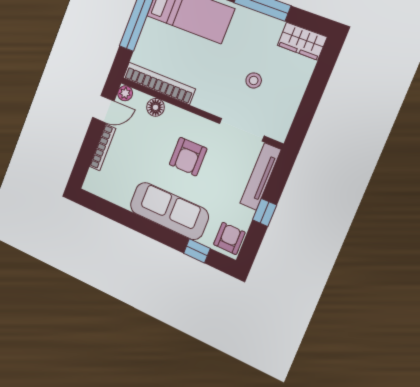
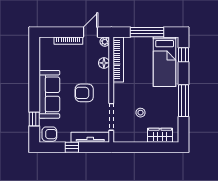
wardrobe: (302, 41) -> (160, 135), moved, turned 90
door: (103, 109) -> (90, 32), swing flipped

